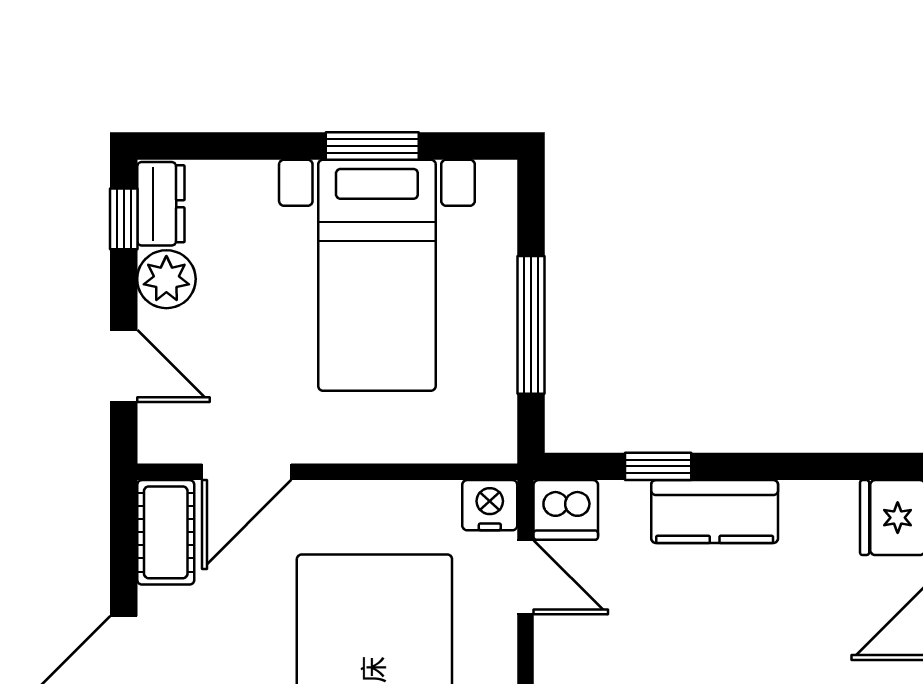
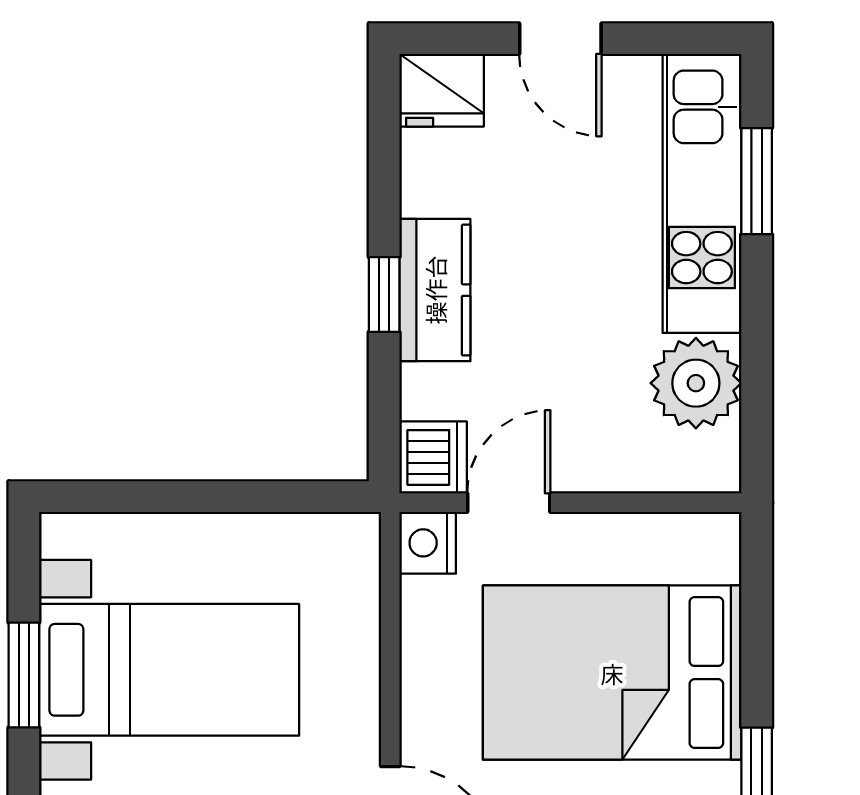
window: (531, 325) -> (225, 497), removed
window: (658, 466) -> (384, 295), moved

